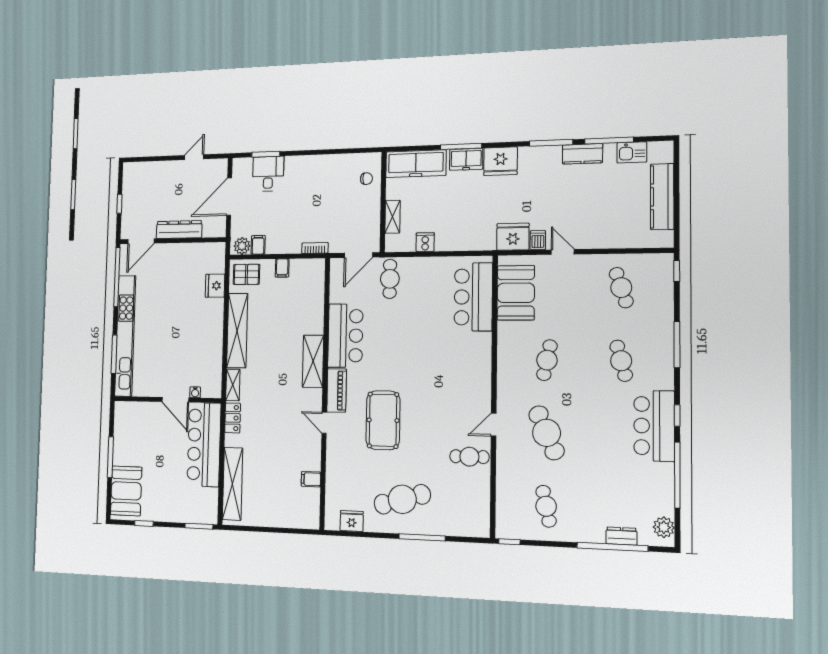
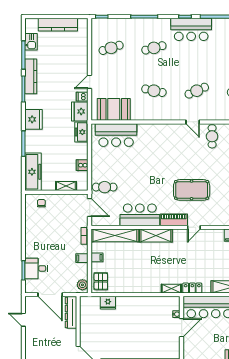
kitchen counter: (582, 154) -> (31, 76), width x1.50
freezer: (466, 159) -> (81, 132), moved, turned 180
dresser: (179, 230) -> (71, 313), moved
filing cabinet: (258, 245) -> (82, 258), moved
shelving: (237, 331) -> (115, 235), moved
cafe table: (547, 433) -> (197, 91), width x0.73, depth x0.74

